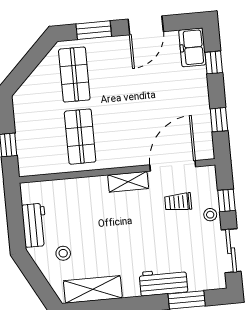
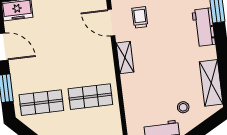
door: (173, 166) -> (111, 23), width x0.73
trolley: (178, 202) -> (140, 17), turned 180

